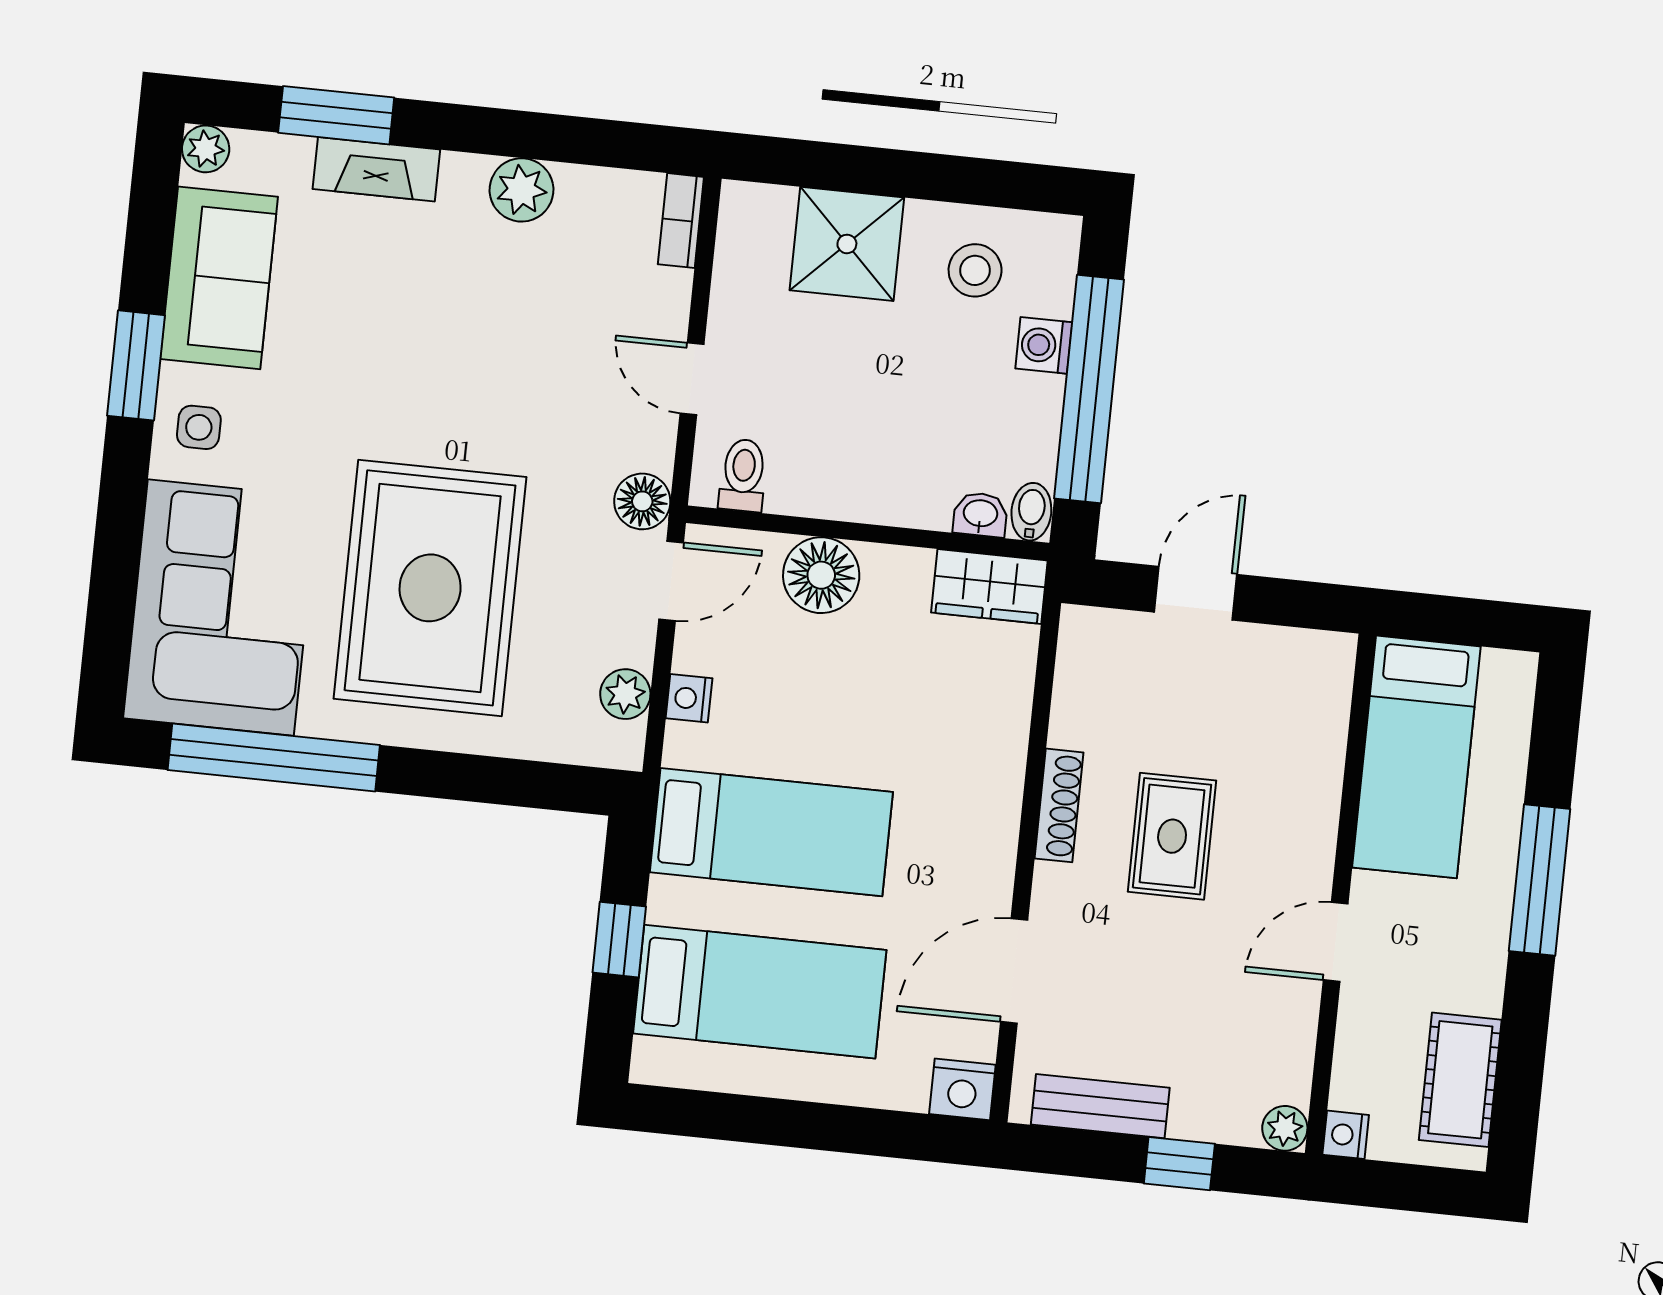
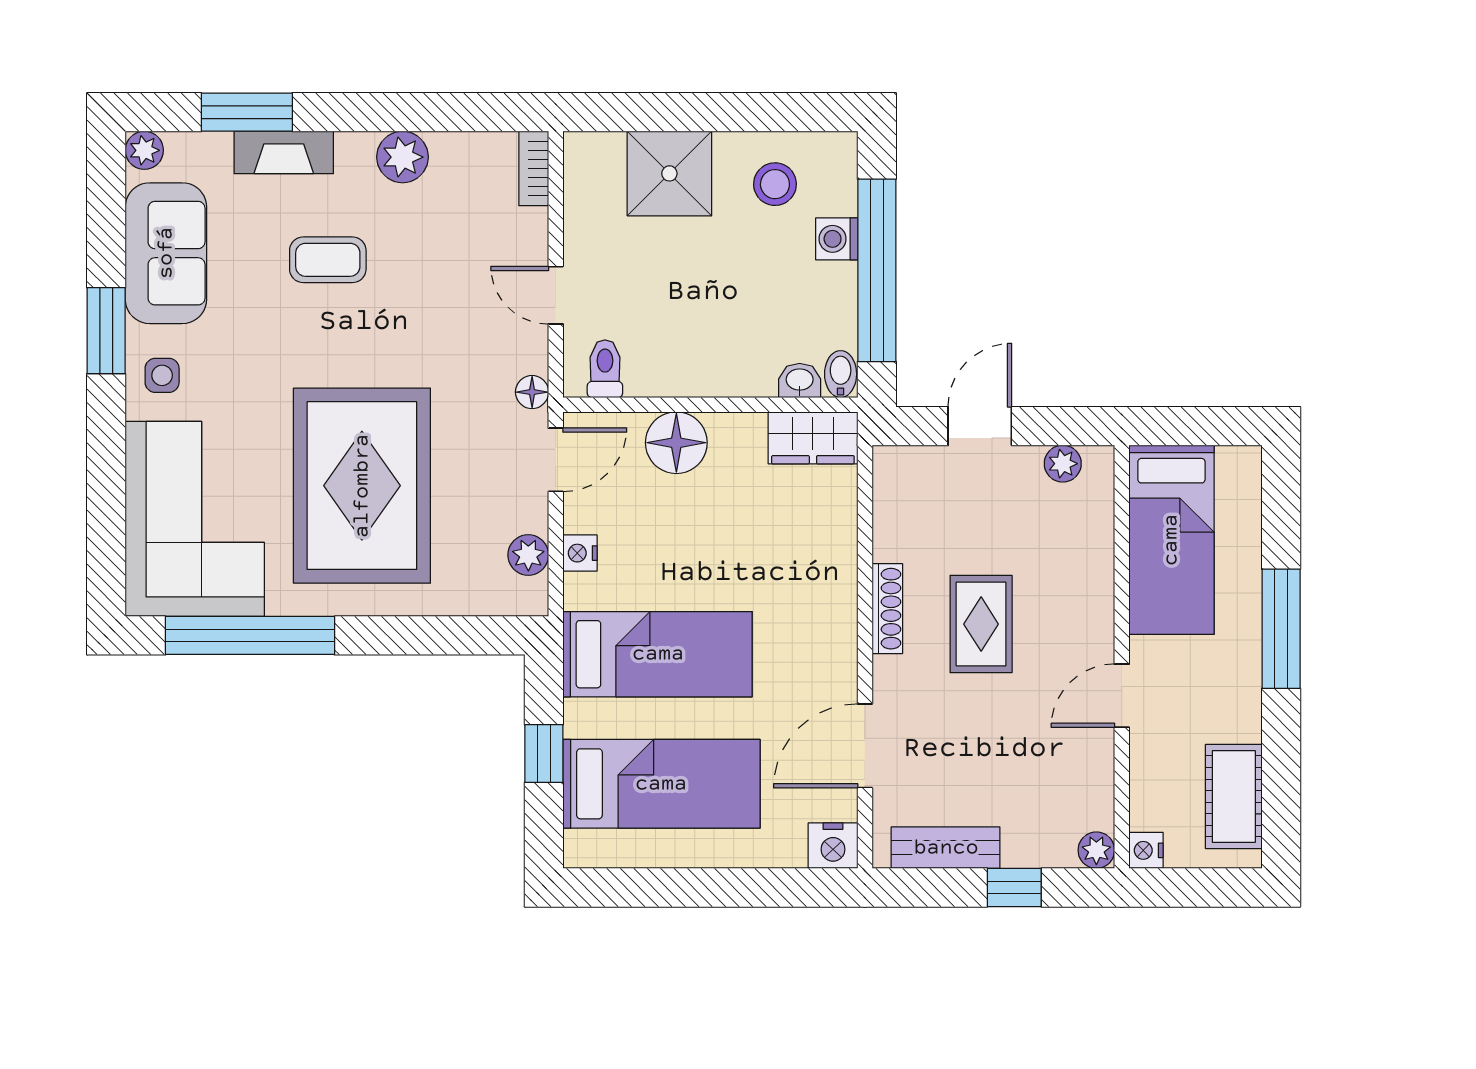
coffee table: (417, 307) -> (328, 260), added
floor lamp: (642, 501) -> (532, 392), width x0.73, depth x0.73
plant: (1293, 650) -> (1063, 464), added

